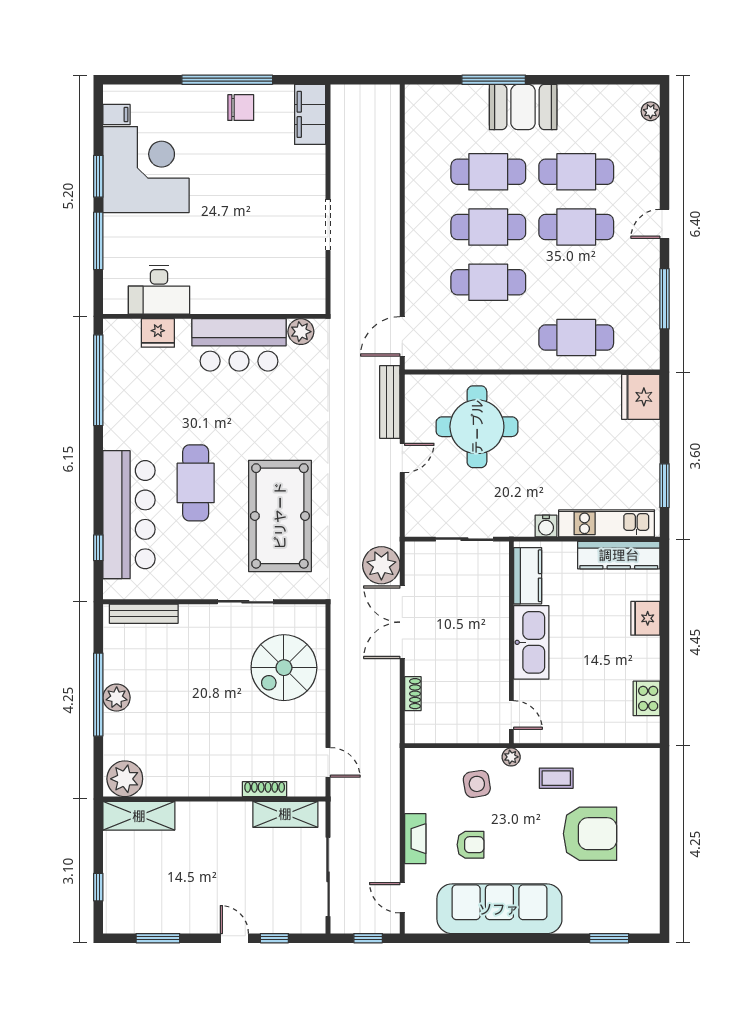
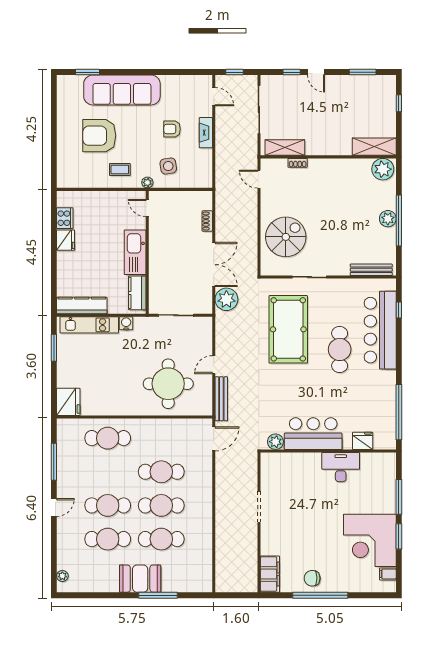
desk: (159, 290) -> (341, 467), moved
fridge: (645, 618) -> (66, 240), moved
shoe rack: (265, 789) -> (298, 163), width x0.70
sofa: (499, 909) -> (122, 90), moved

